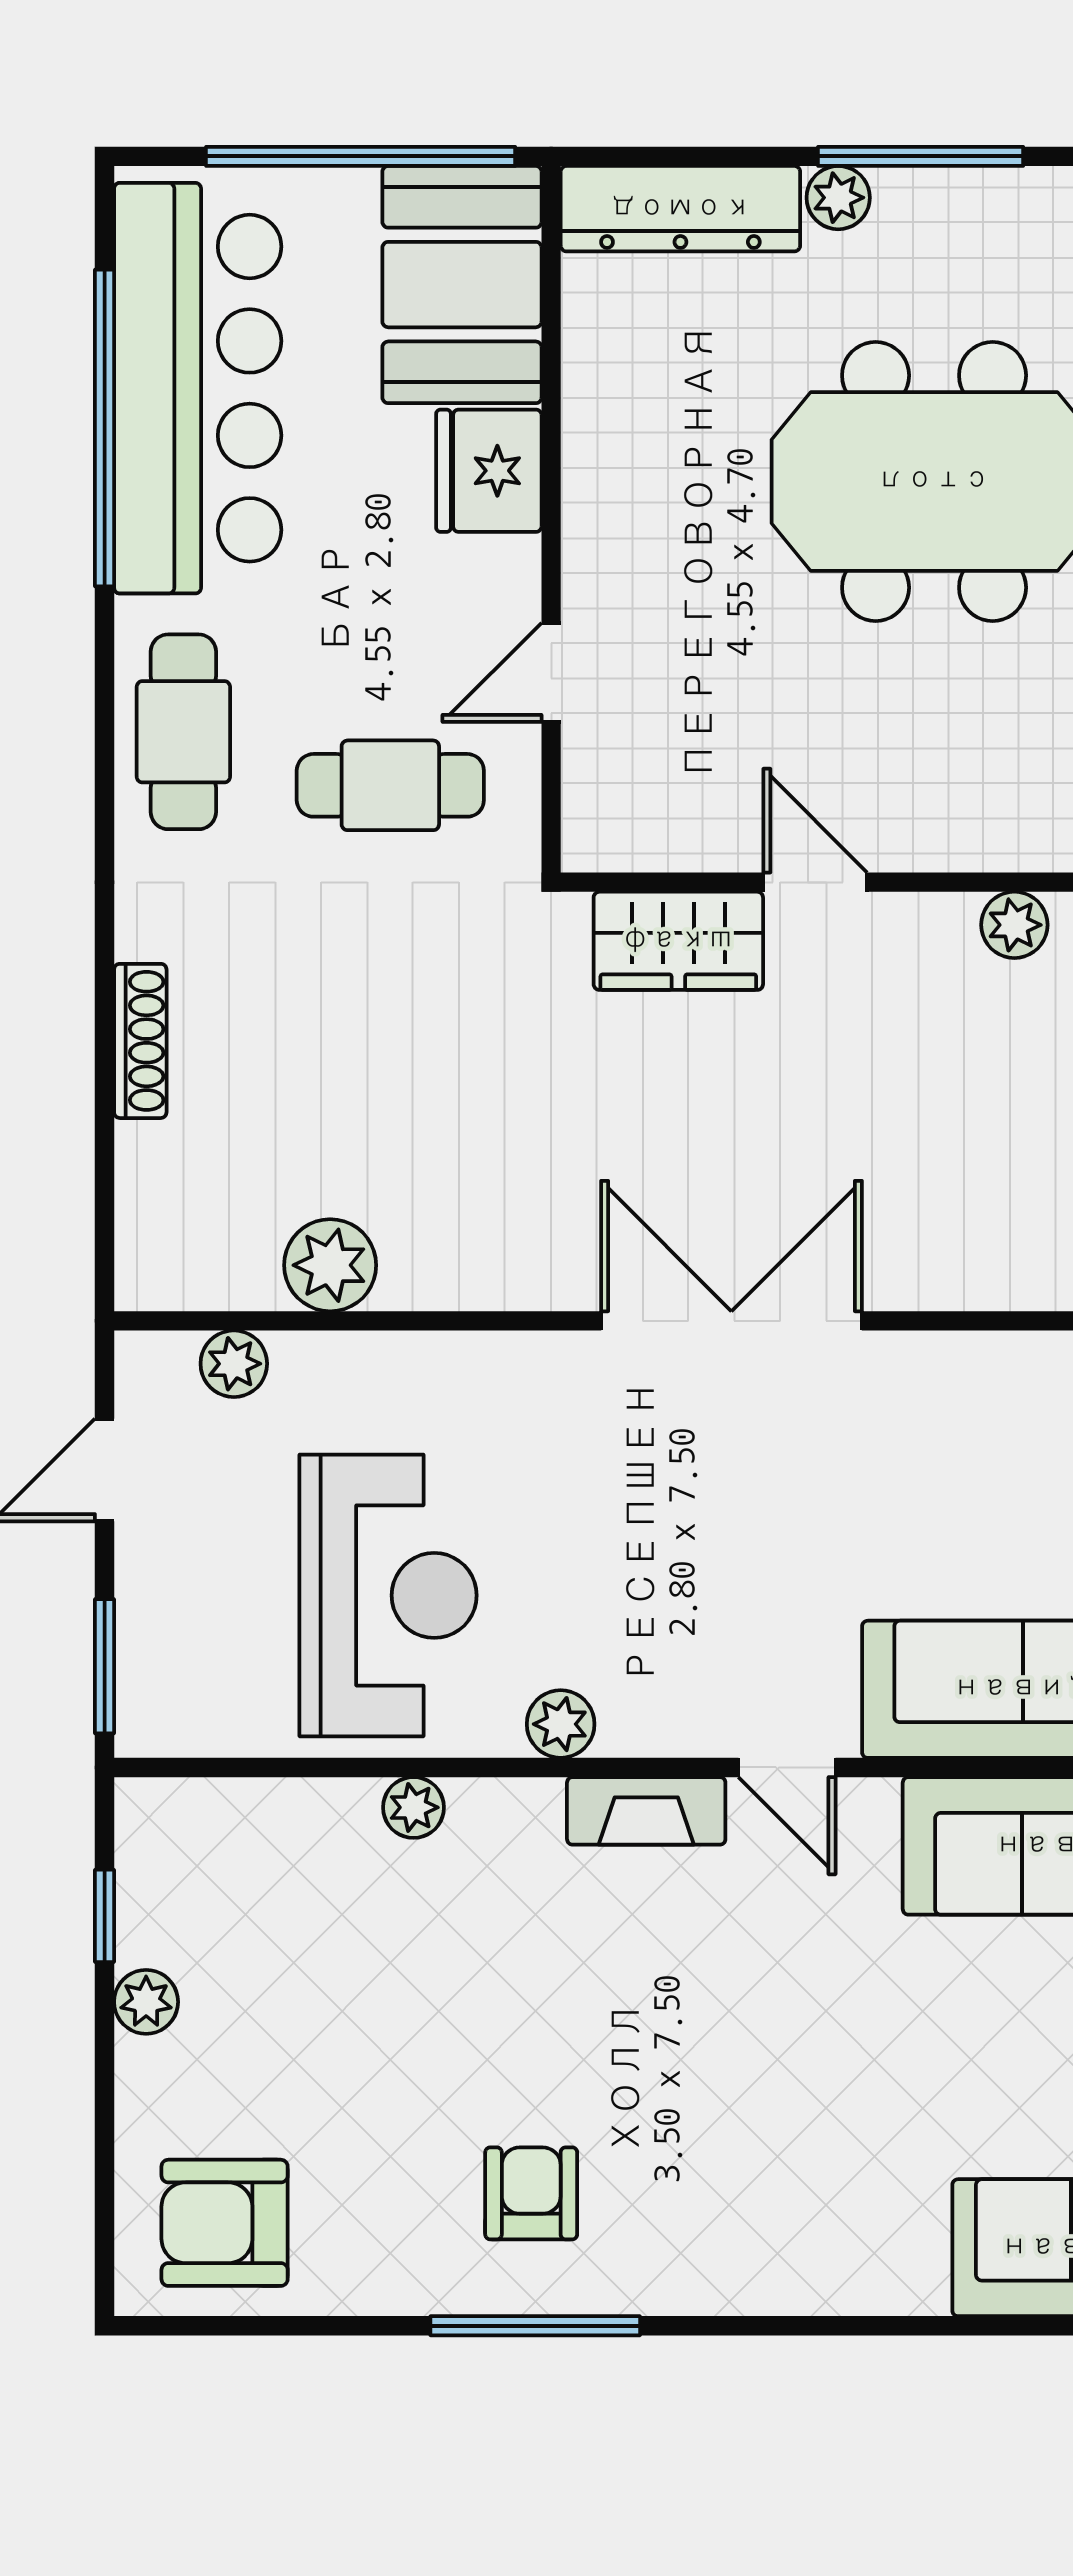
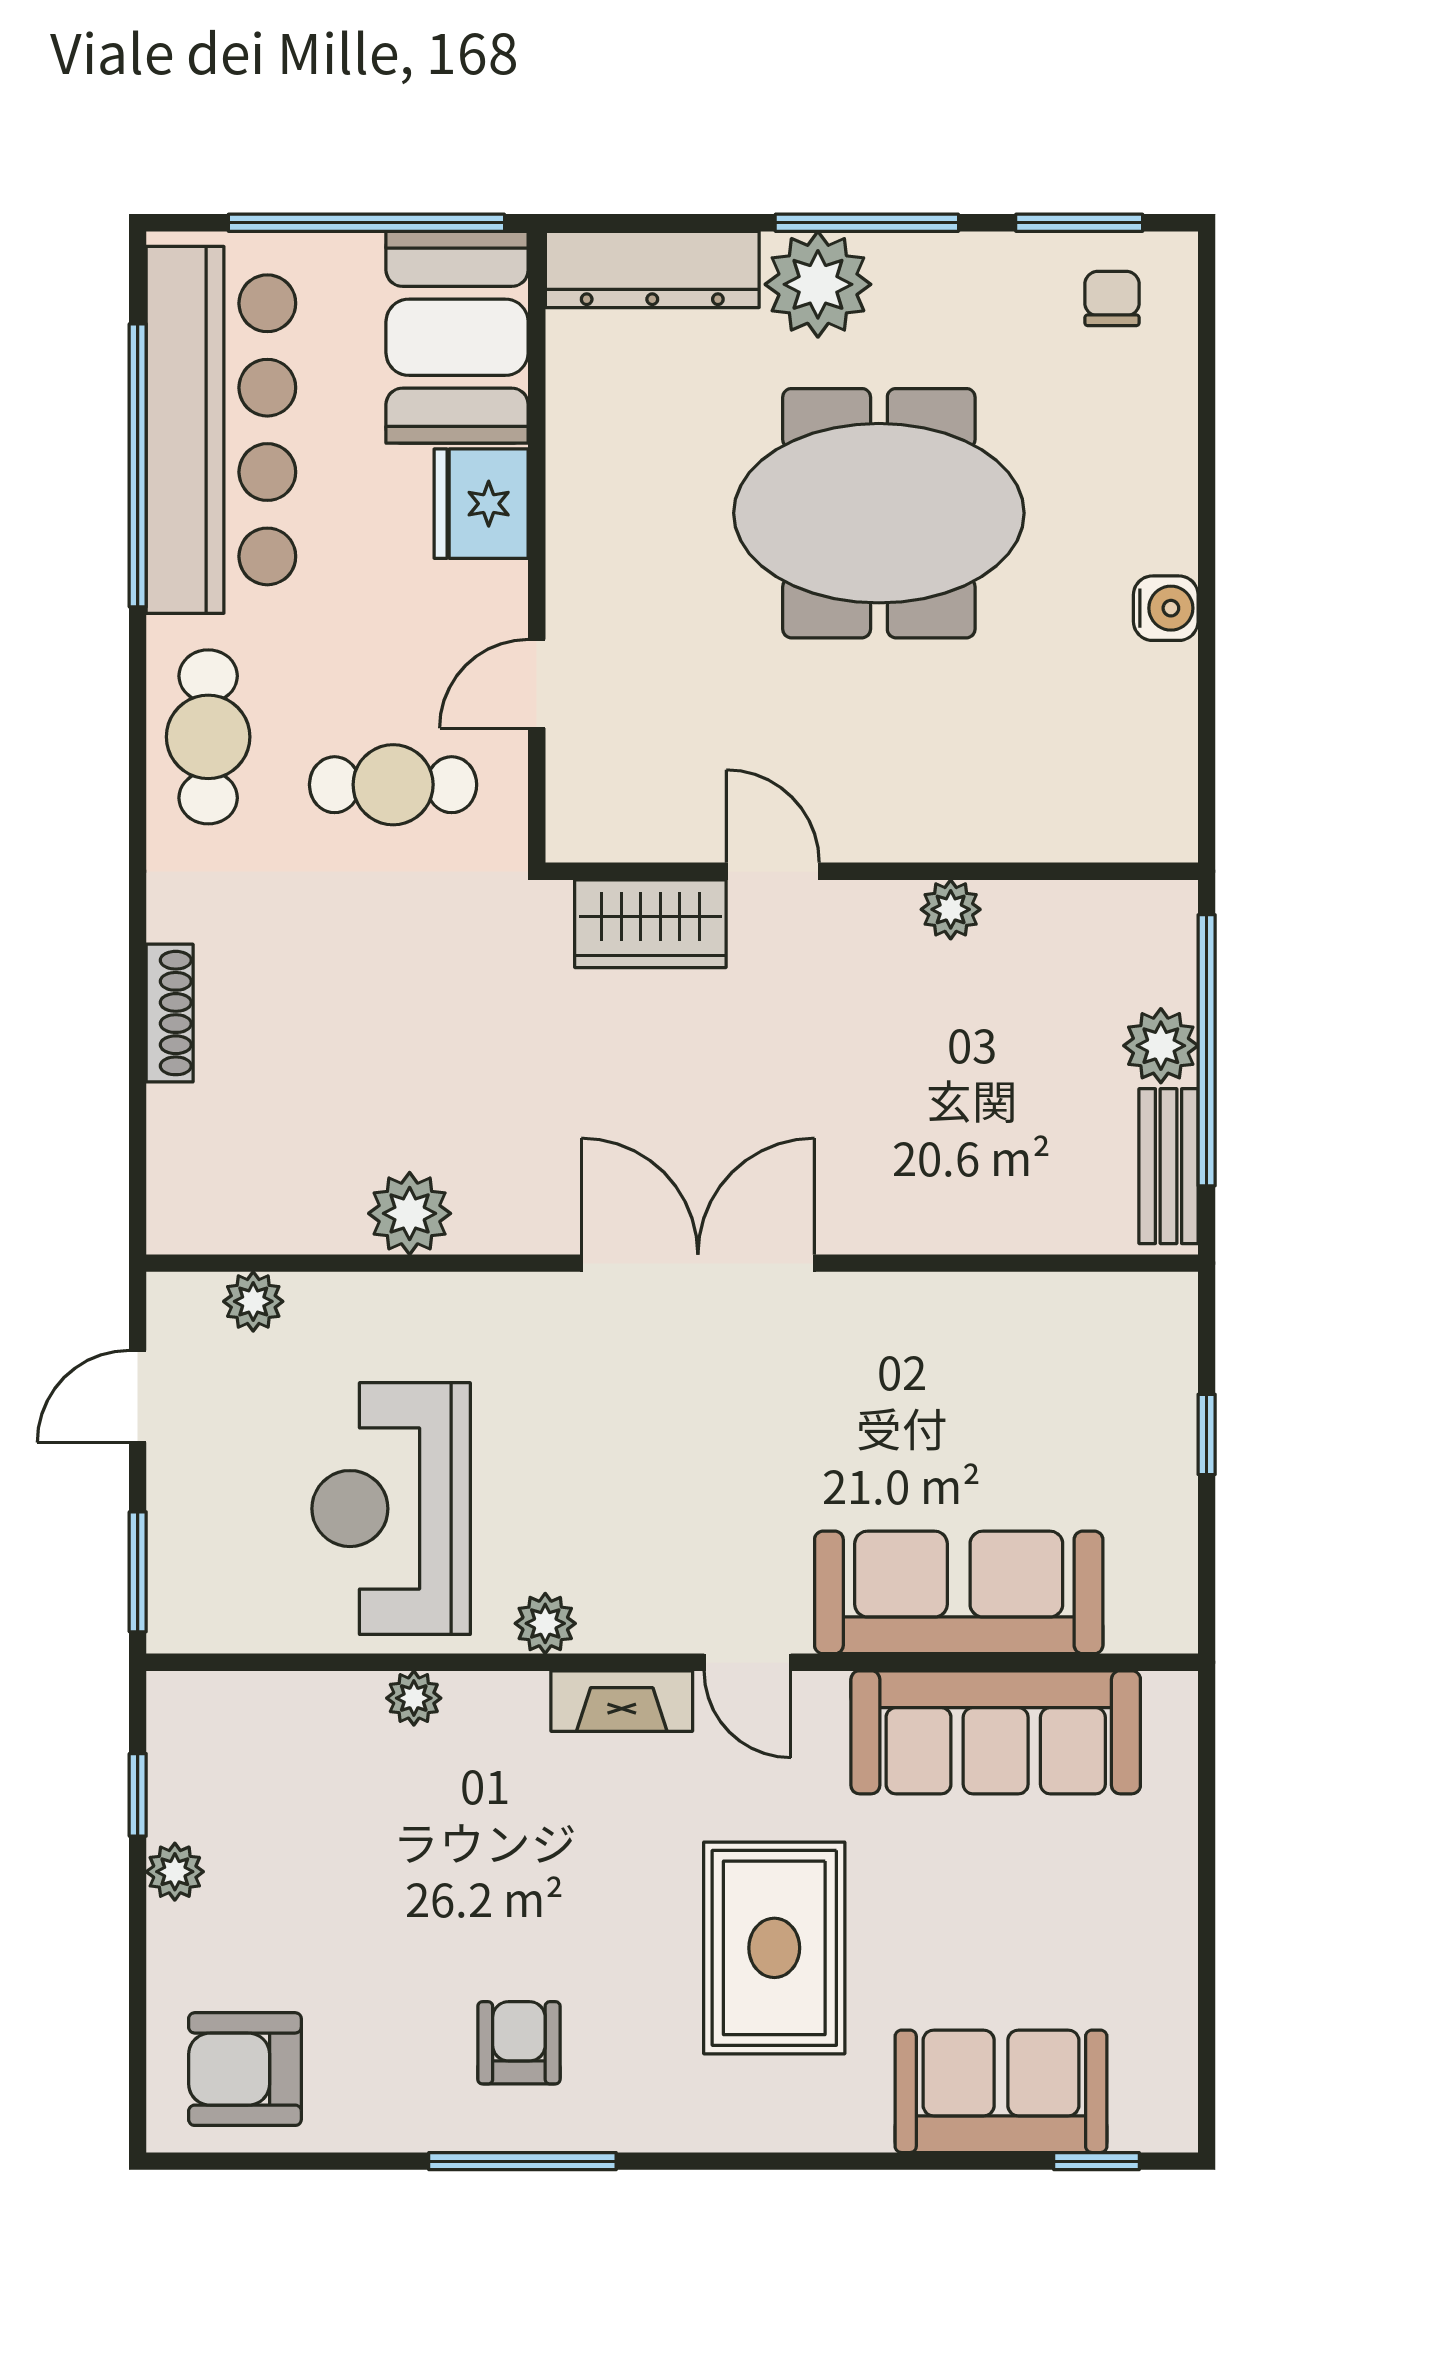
plant: (838, 198) -> (818, 284), width x1.87, depth x1.87
plant: (330, 1265) -> (410, 1213), moved
reception desk: (388, 1595) -> (391, 1509), turned 180
rug: (817, 2087) -> (774, 1948), added

